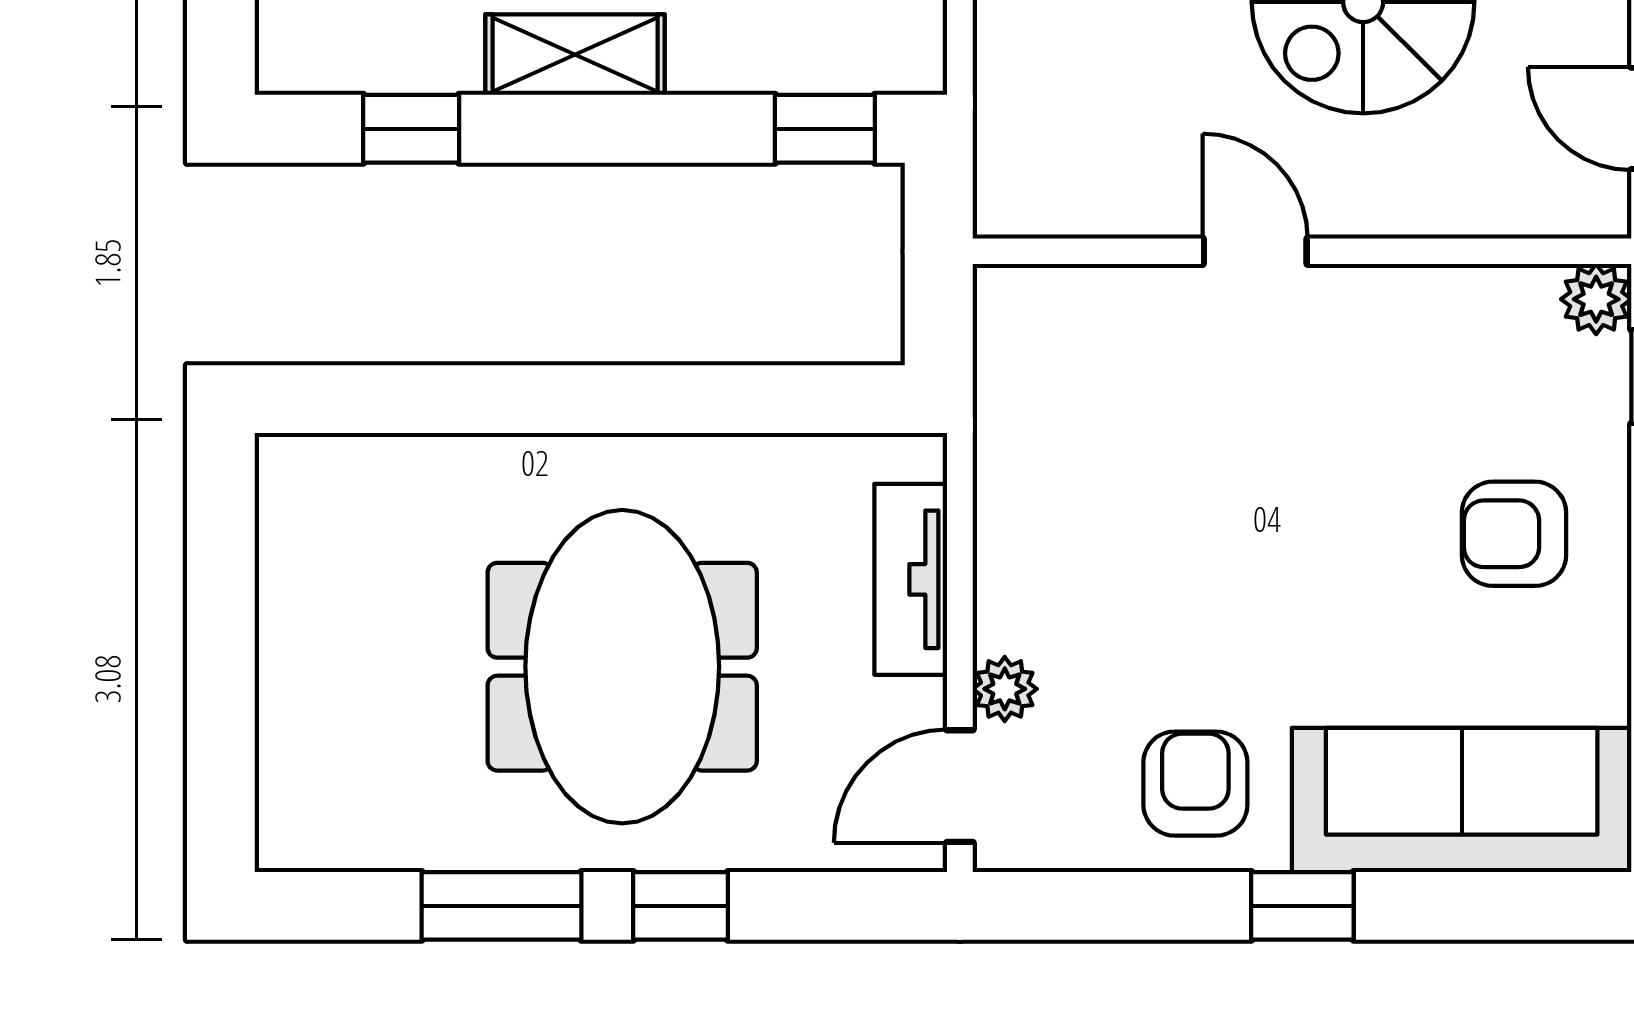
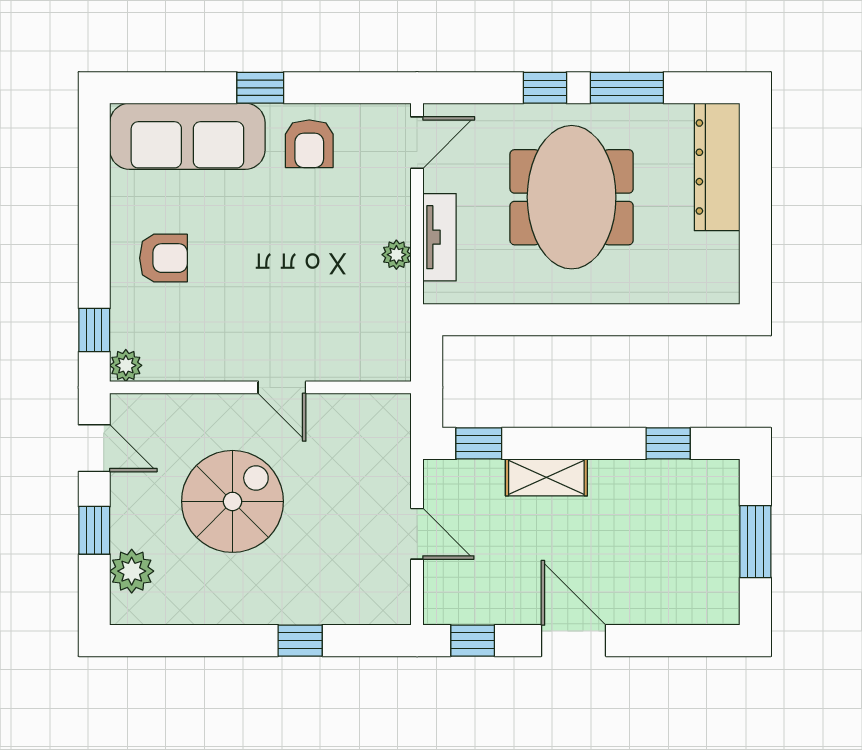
shelving: (575, 55) -> (546, 477), moved
plant: (1005, 689) -> (396, 255), moved
dresser: (304, 733) -> (717, 167), added

